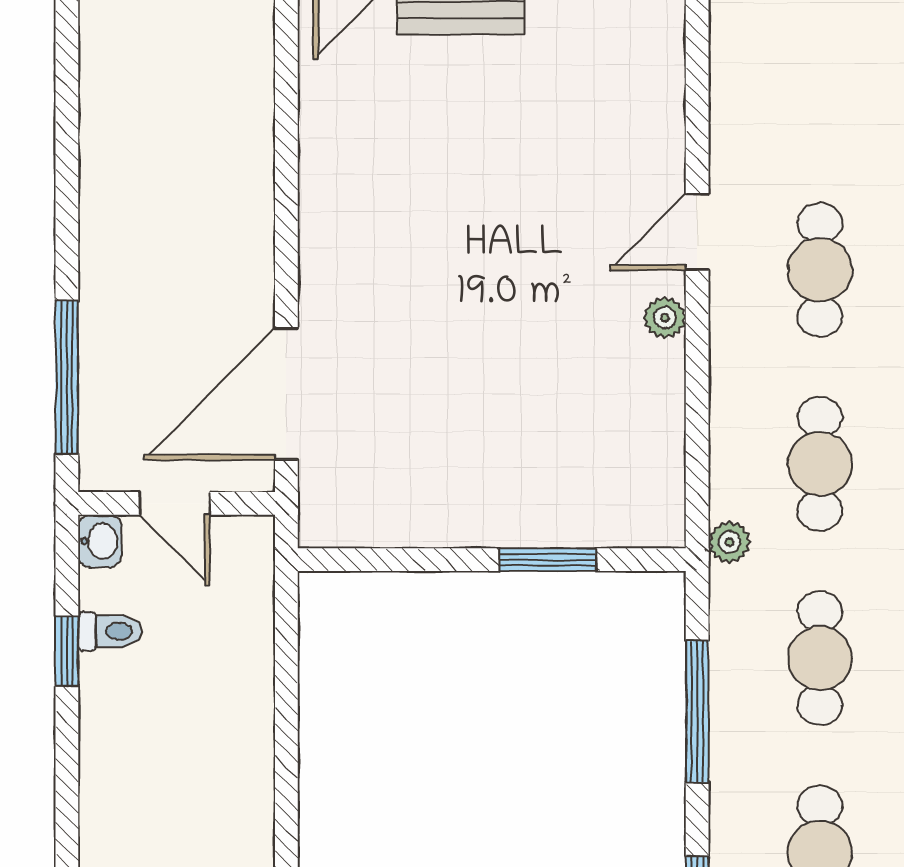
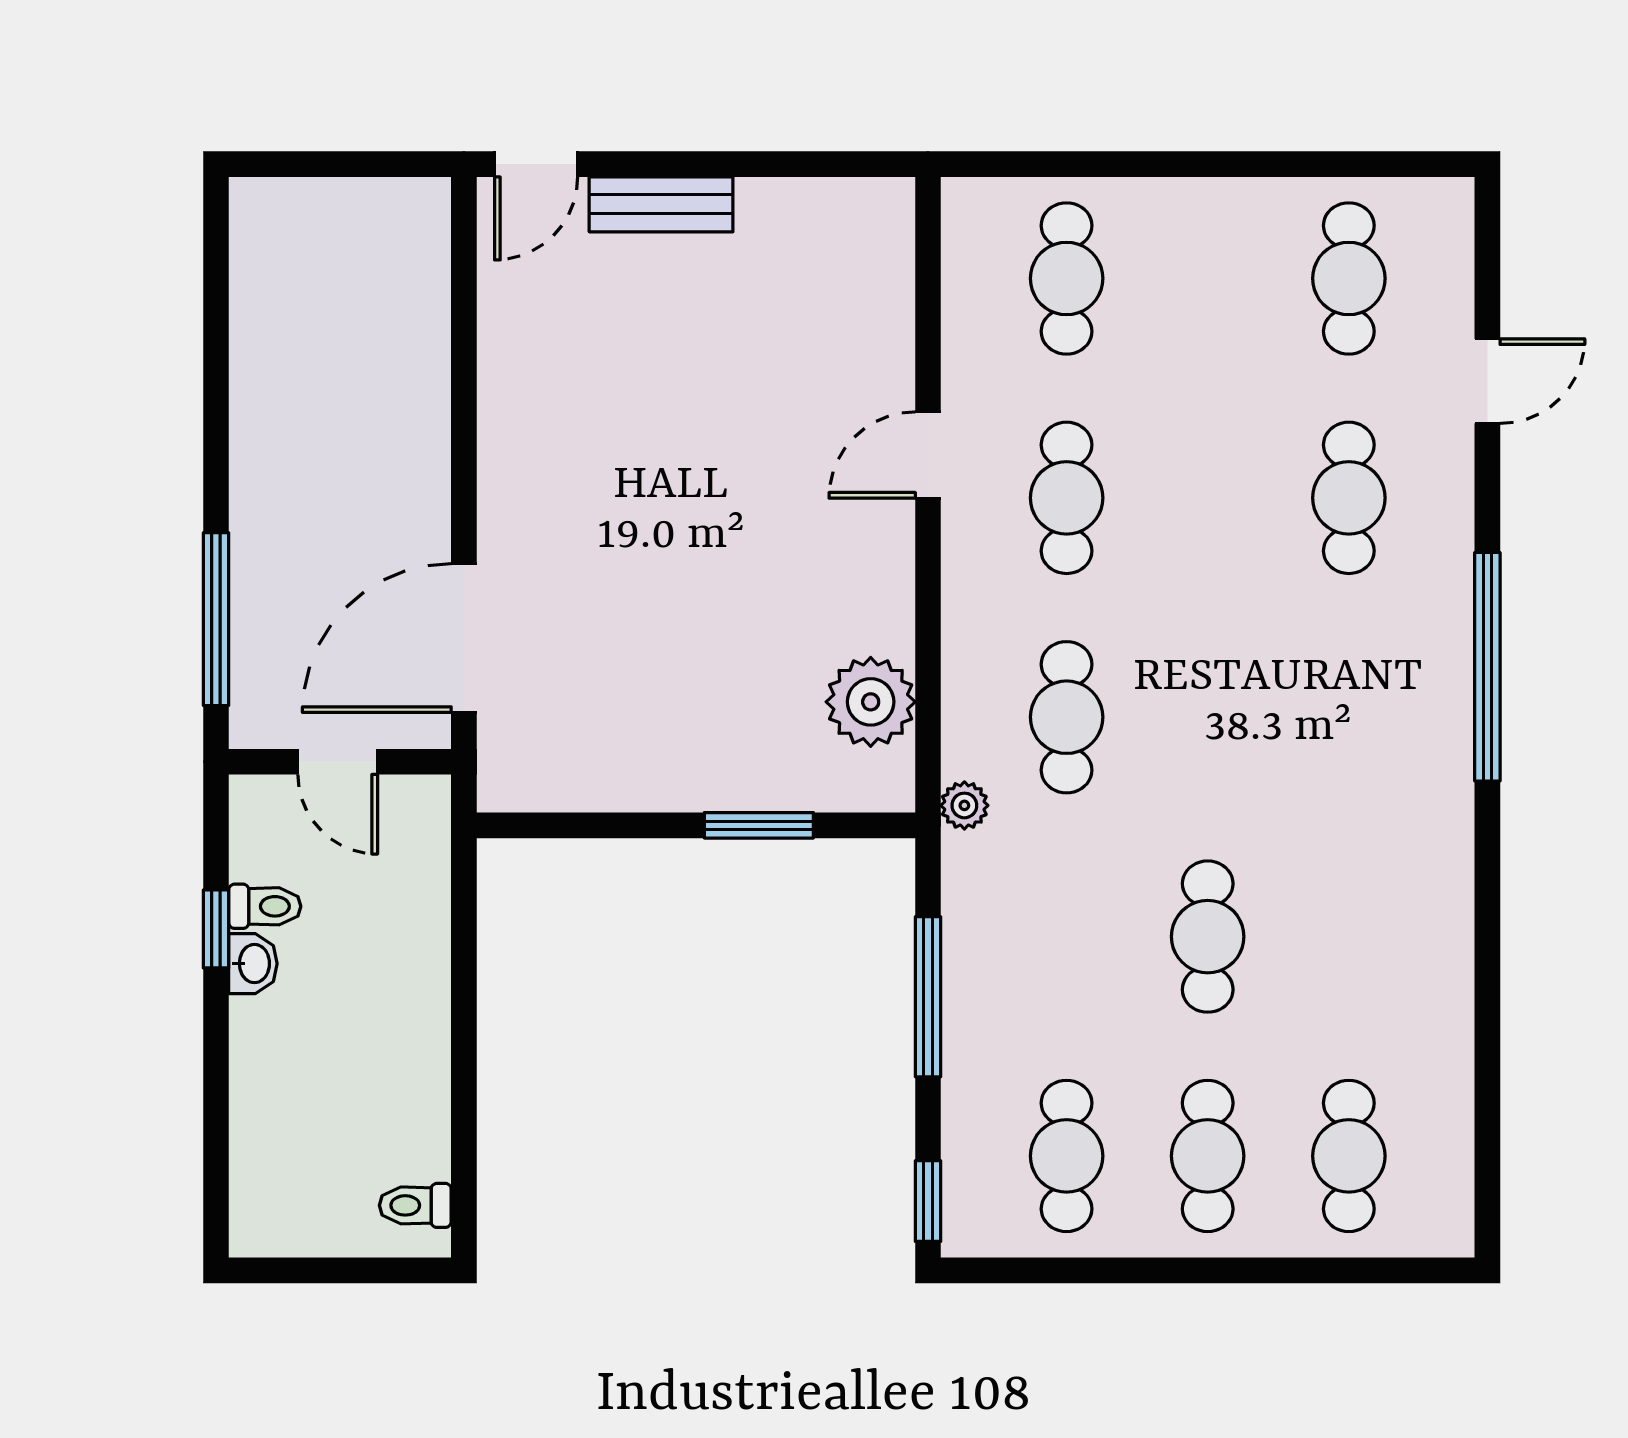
plant: (665, 318) -> (871, 702), moved, width x1.87, depth x1.87
washbasin: (100, 541) -> (253, 964), moved
cafe table: (820, 658) -> (1067, 278), moved

